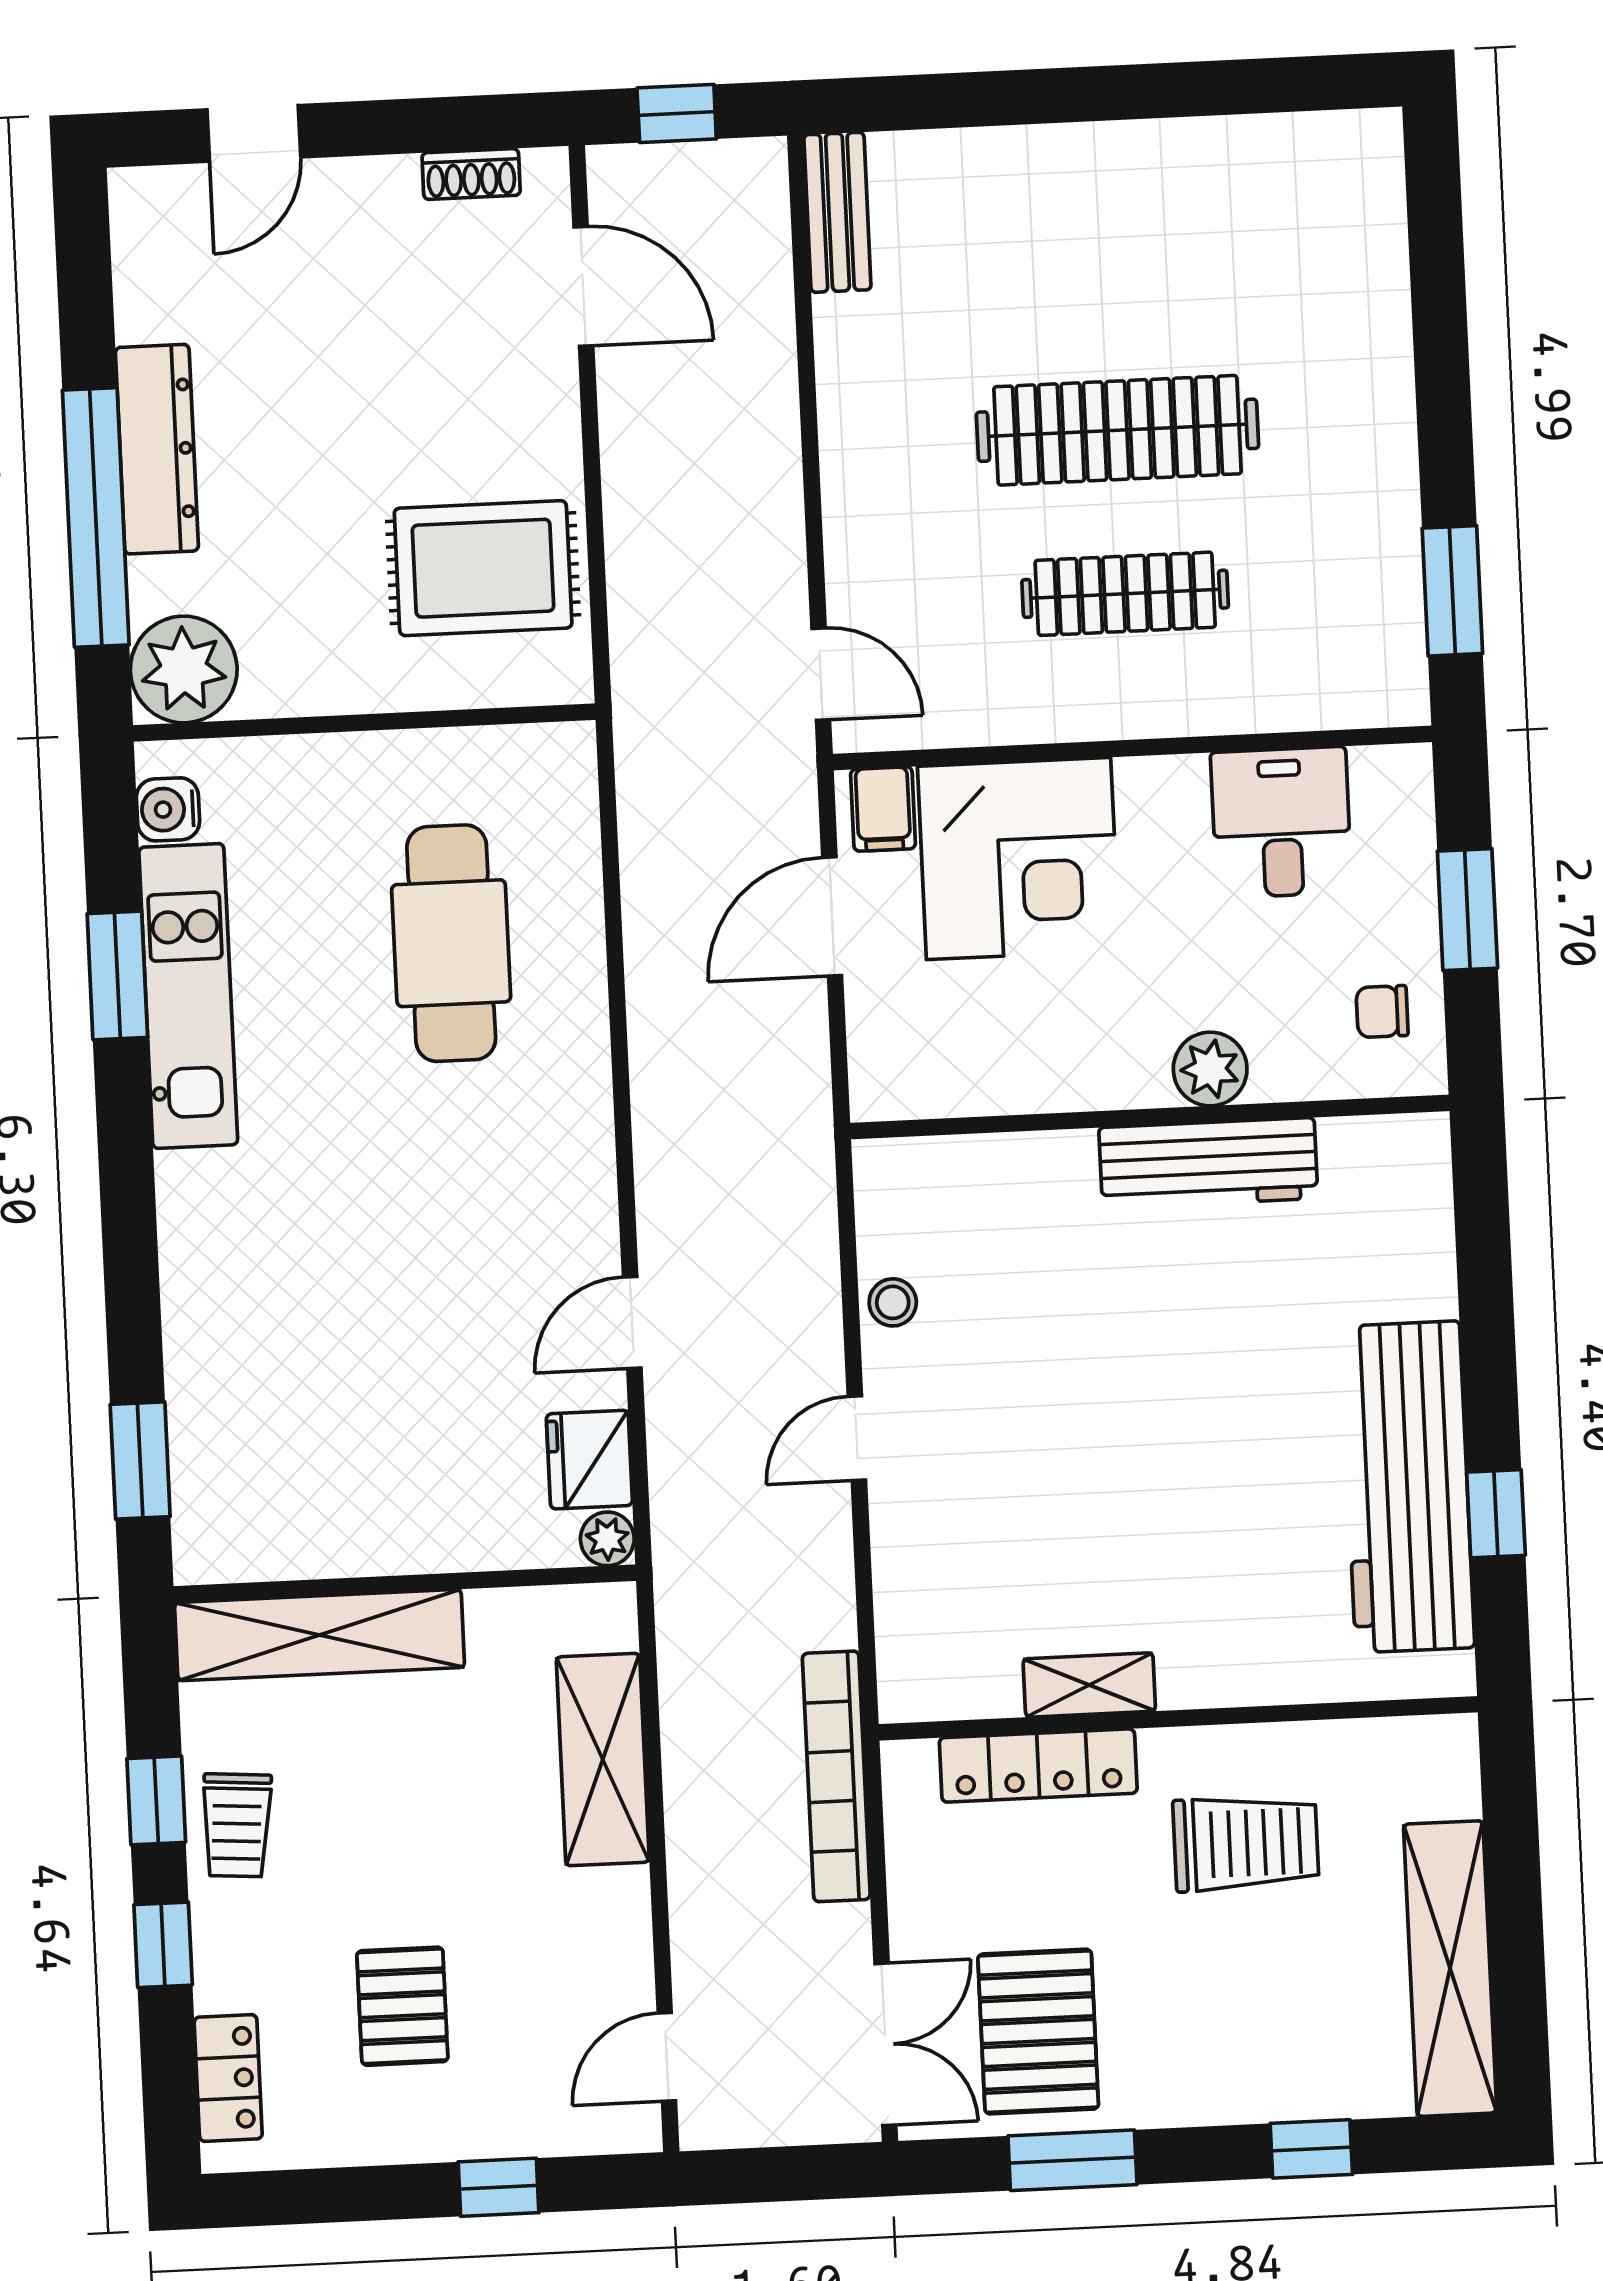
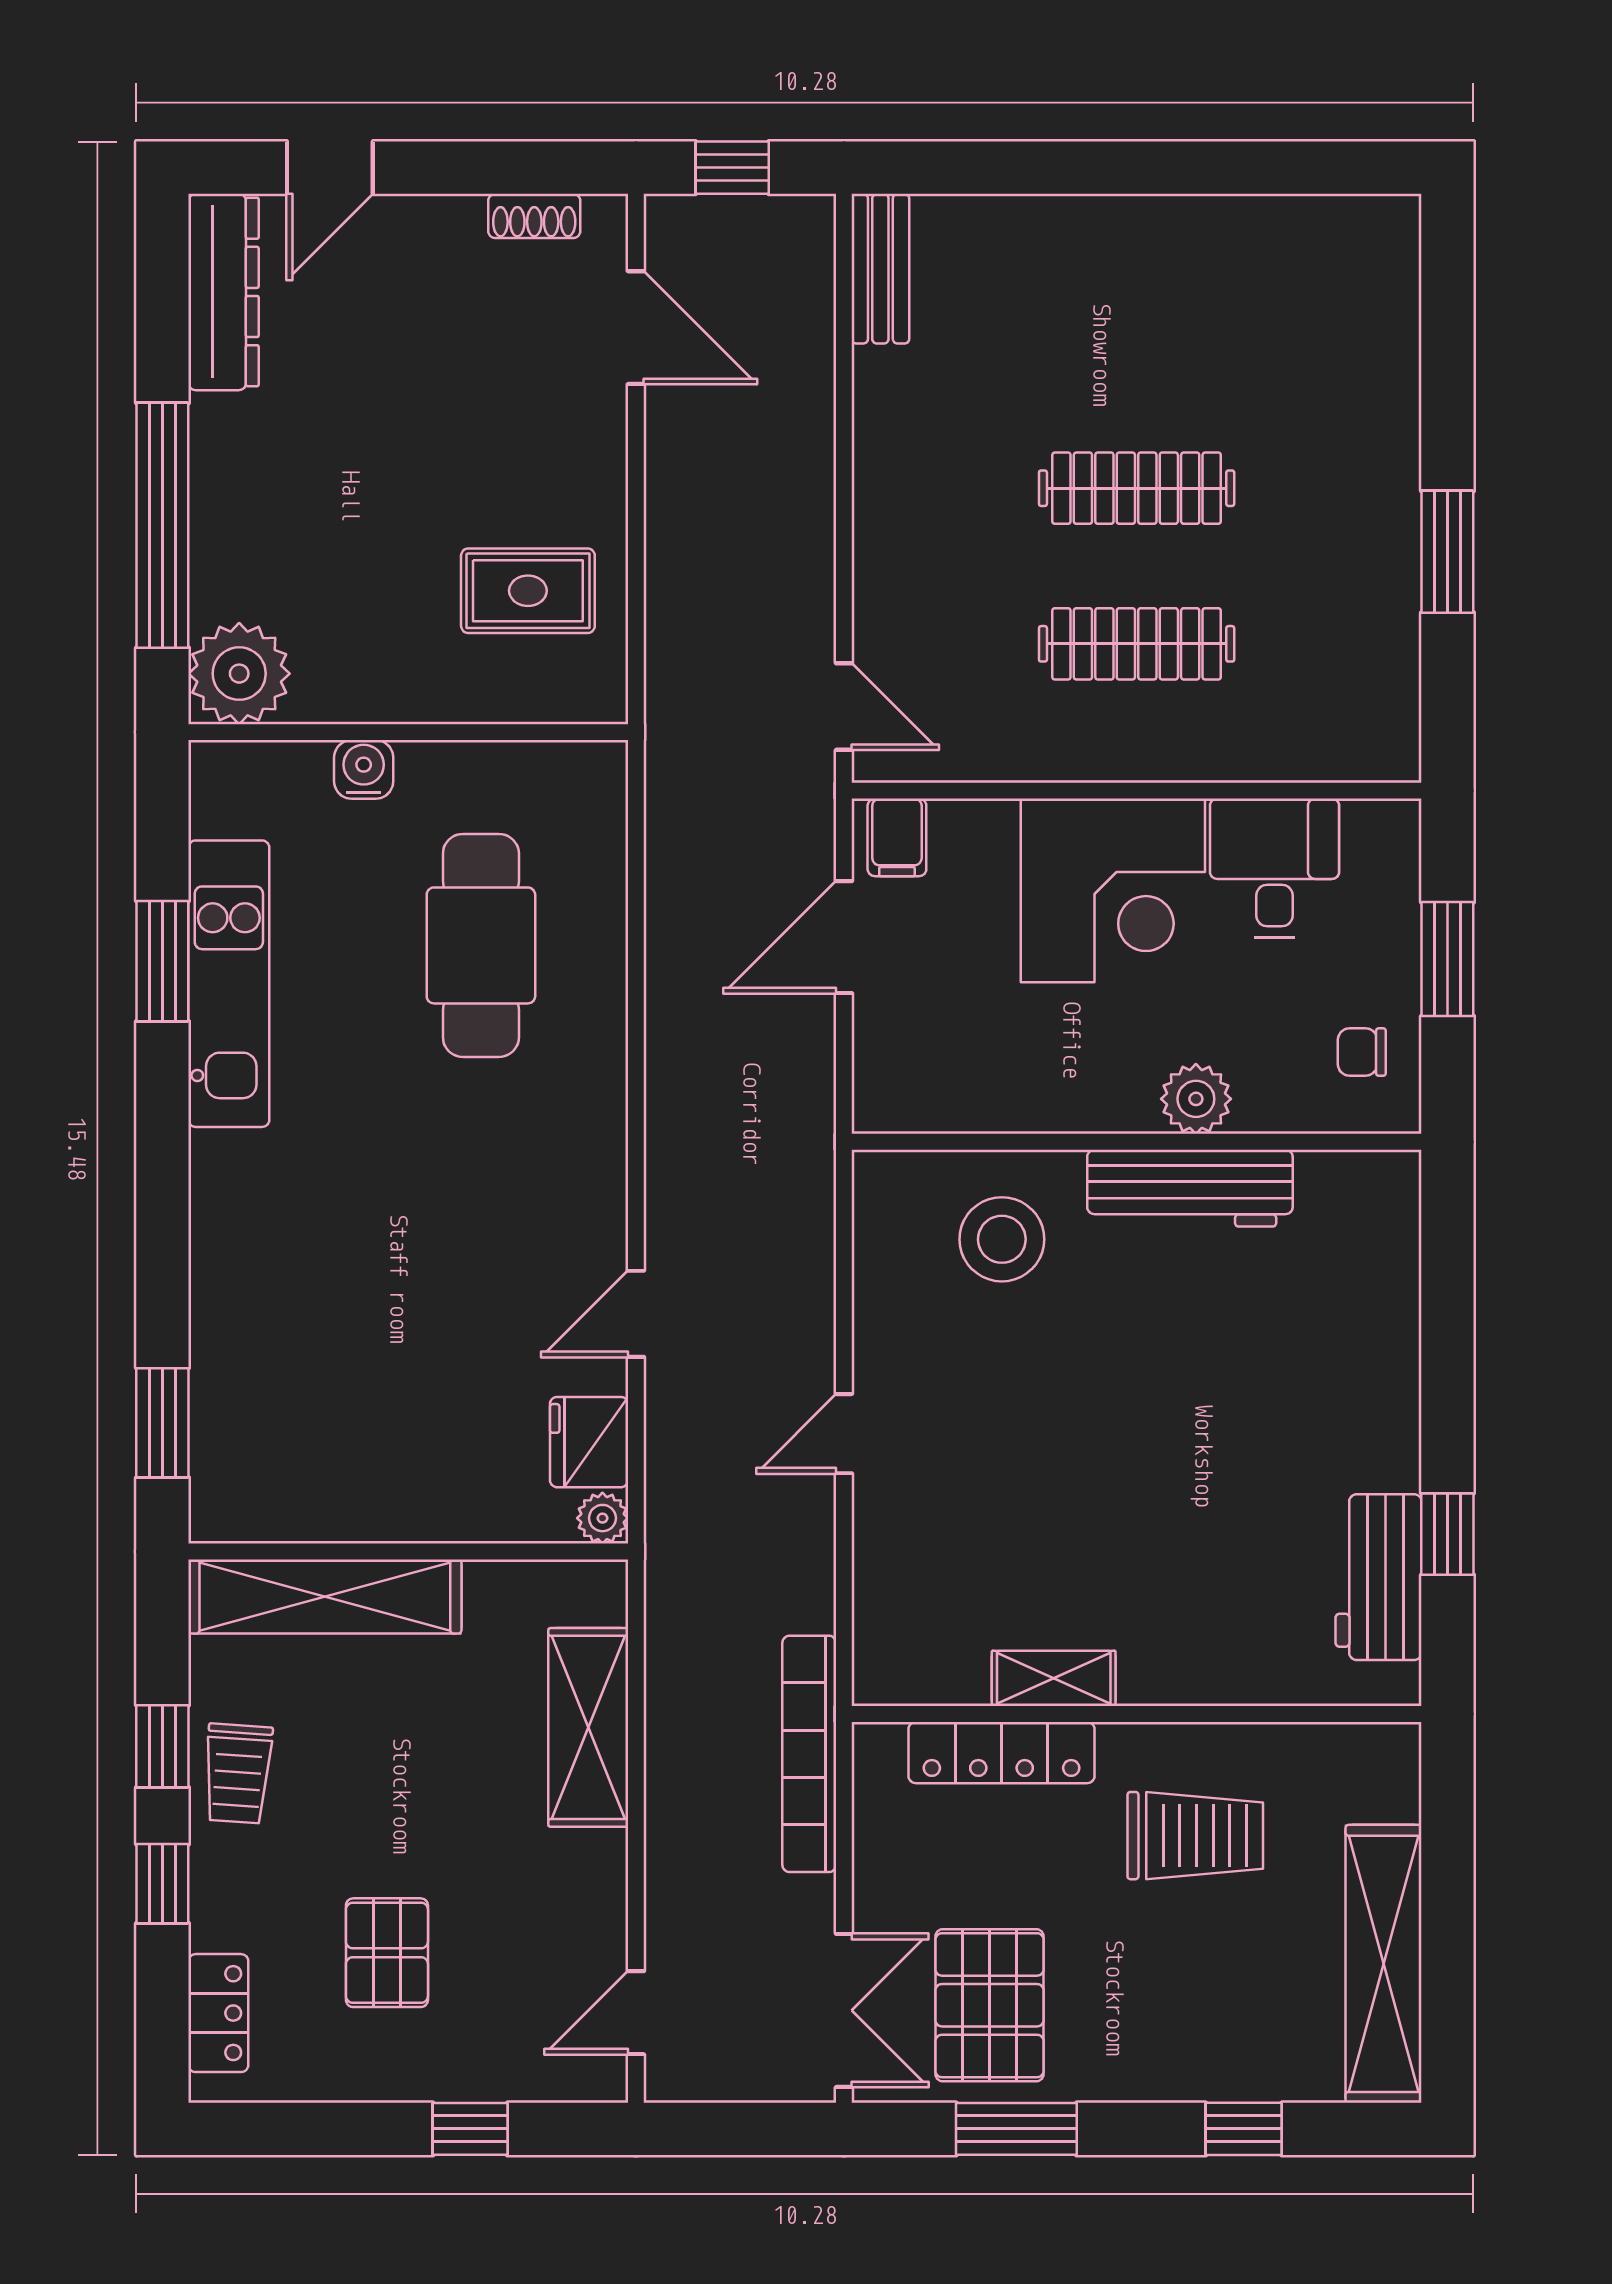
clothes rail: (1117, 430) -> (1137, 488), width x0.73, depth x0.76
dresser: (157, 449) -> (224, 292), moved
rug: (483, 568) -> (528, 591), width x0.73, depth x0.70
window: (1452, 591) -> (1447, 552), moved
water cooler: (168, 809) -> (364, 769), moved, turned 90
corner desk: (1018, 858) -> (1113, 890), moved
stool: (893, 1302) -> (1002, 1239), moved, width x1.89, depth x1.89
workbench: (1408, 1487) -> (1379, 1577), width x0.53, depth x0.76

